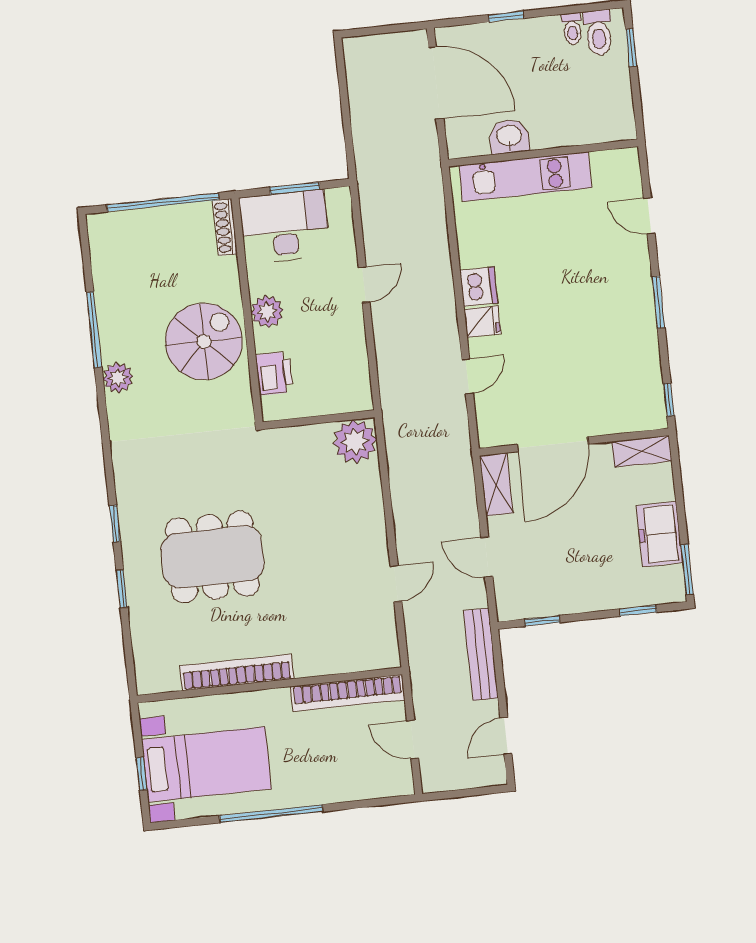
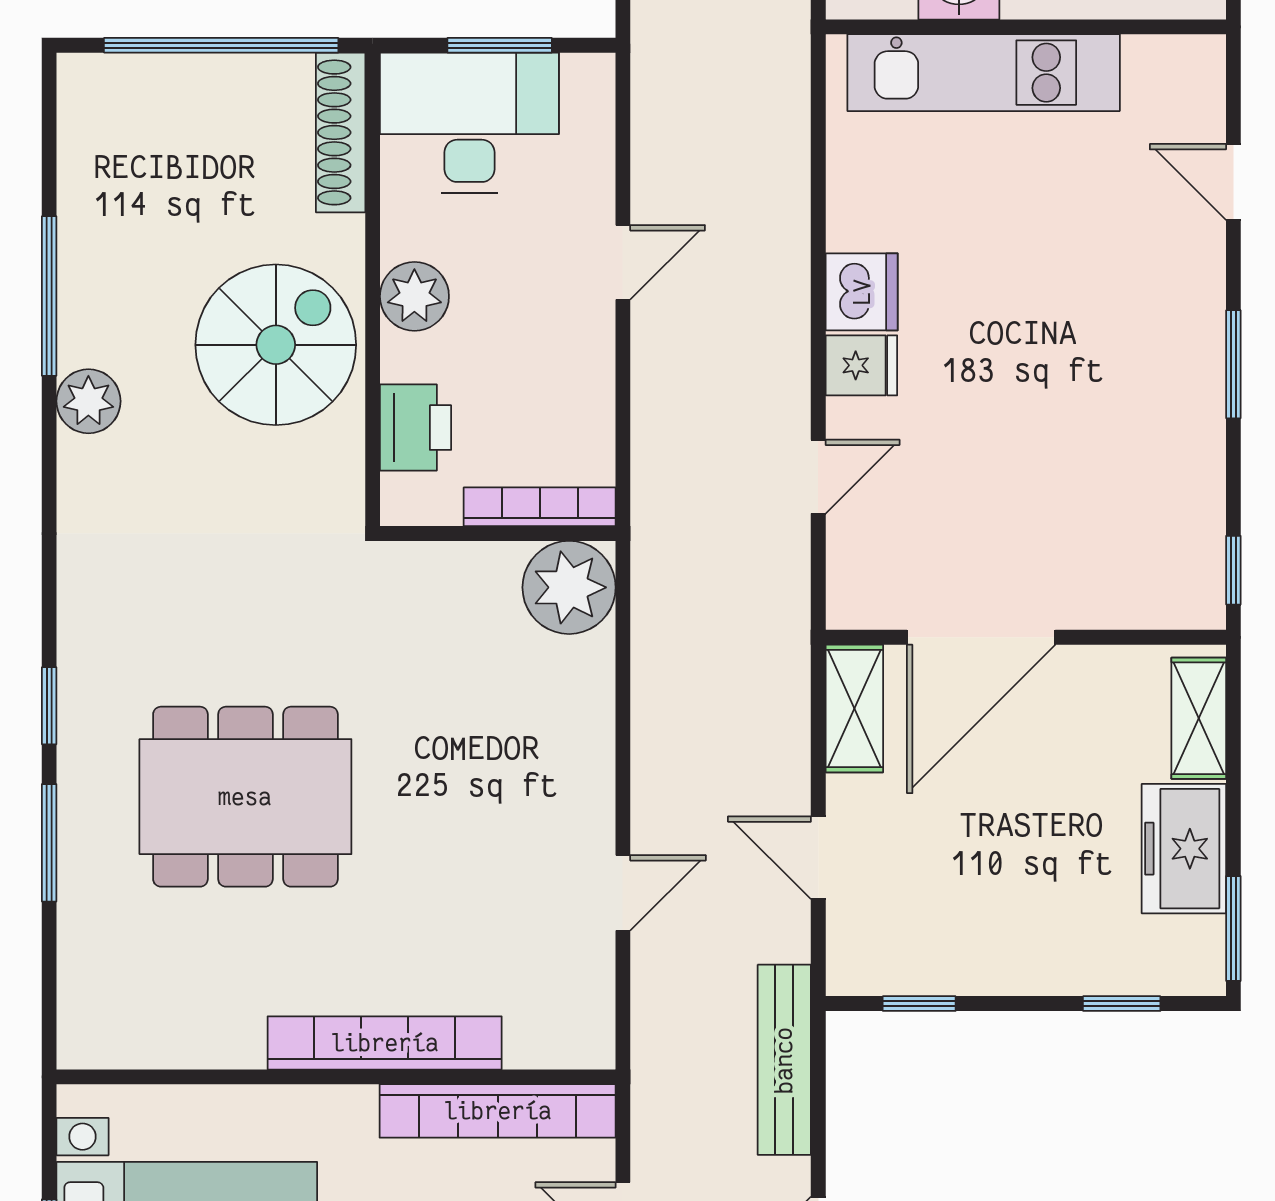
shoe rack: (225, 227) -> (341, 132), width x1.36, depth x1.24
bookcase: (337, 405) -> (540, 507), added
shelving: (642, 451) -> (1199, 718), moved, turned 90
window: (122, 589) -> (49, 843), width x1.50
bookcase: (237, 672) -> (385, 1043), moved

